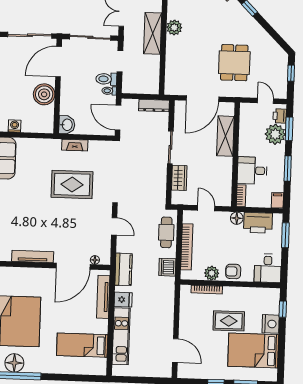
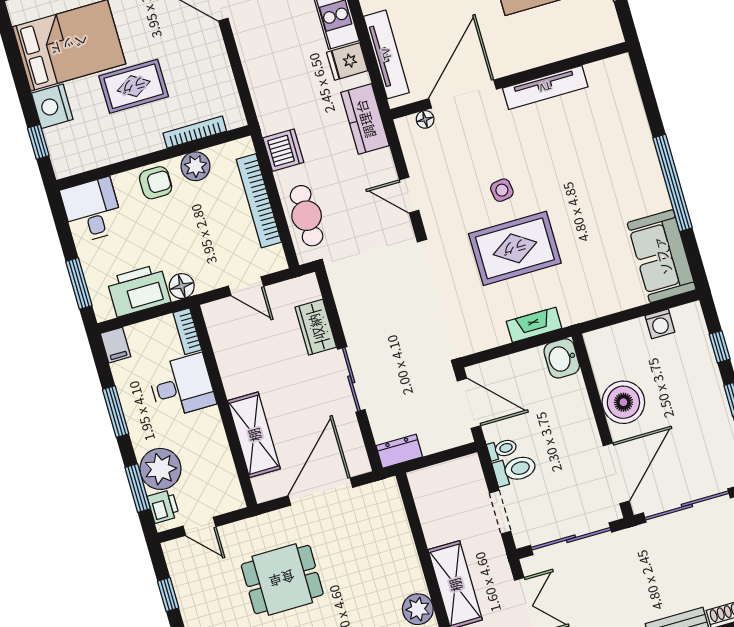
dining table: (234, 63) -> (282, 579), turned 90
dresser: (154, 106) -> (399, 451), width x0.70
side table: (69, 214) -> (502, 190), added

